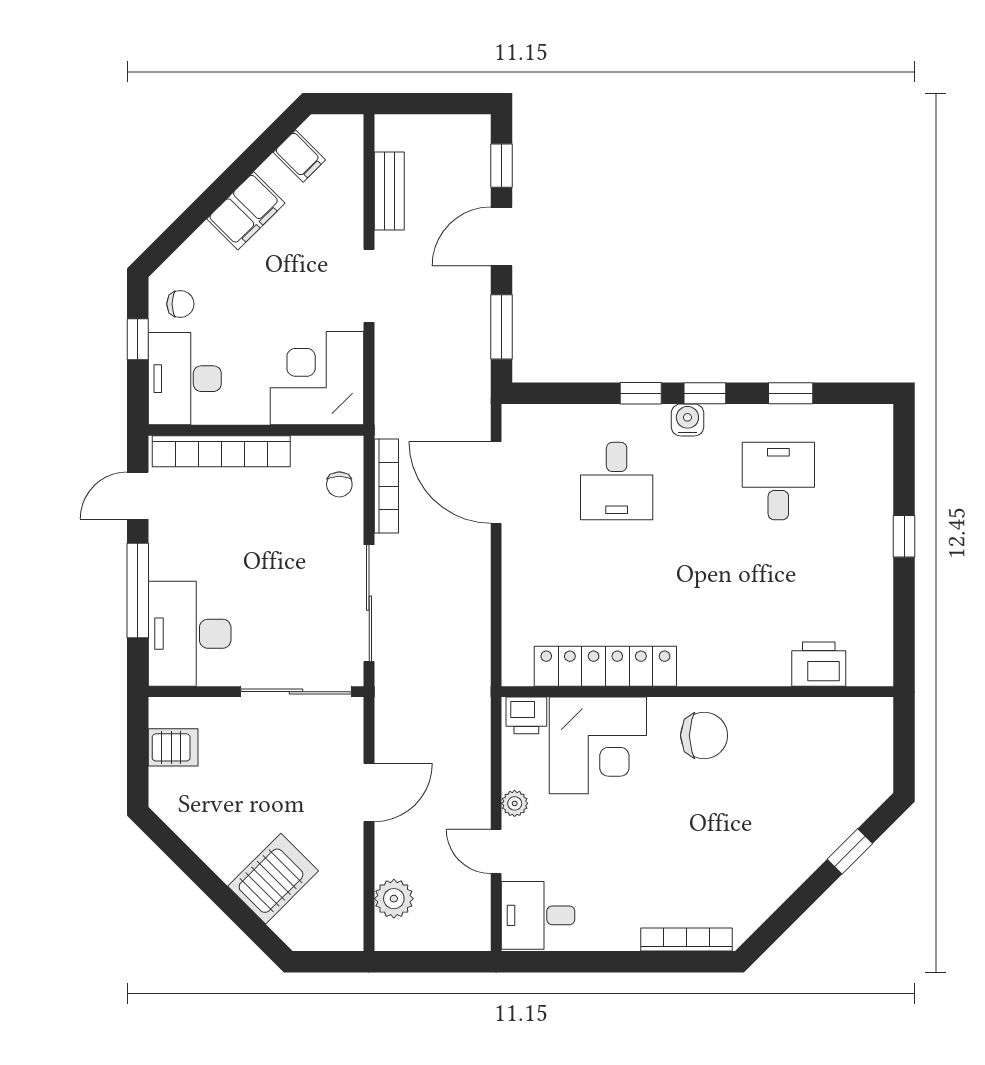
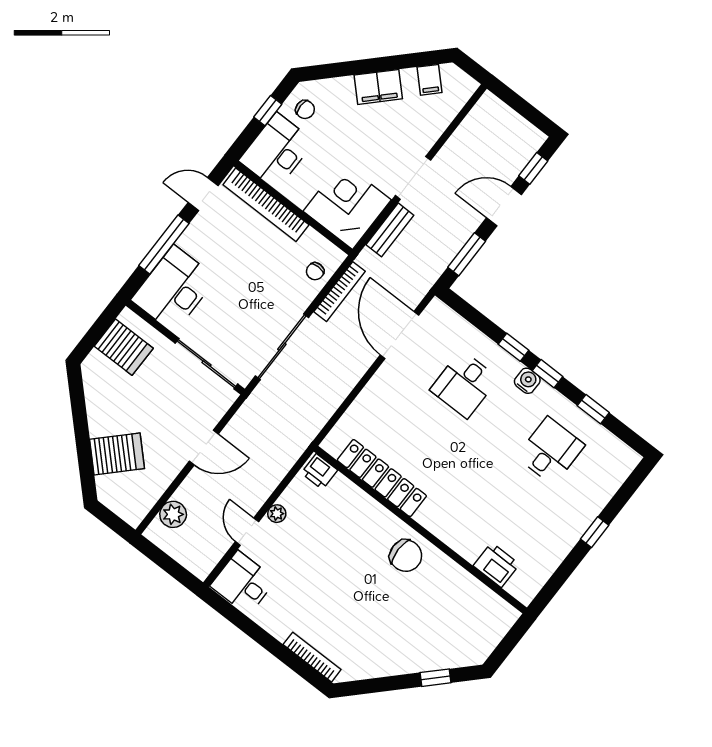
bench: (389, 191) -> (390, 230), moved
corner desk: (598, 745) -> (345, 517), removed
server rack: (173, 747) -> (124, 347), width x1.36, depth x1.44

